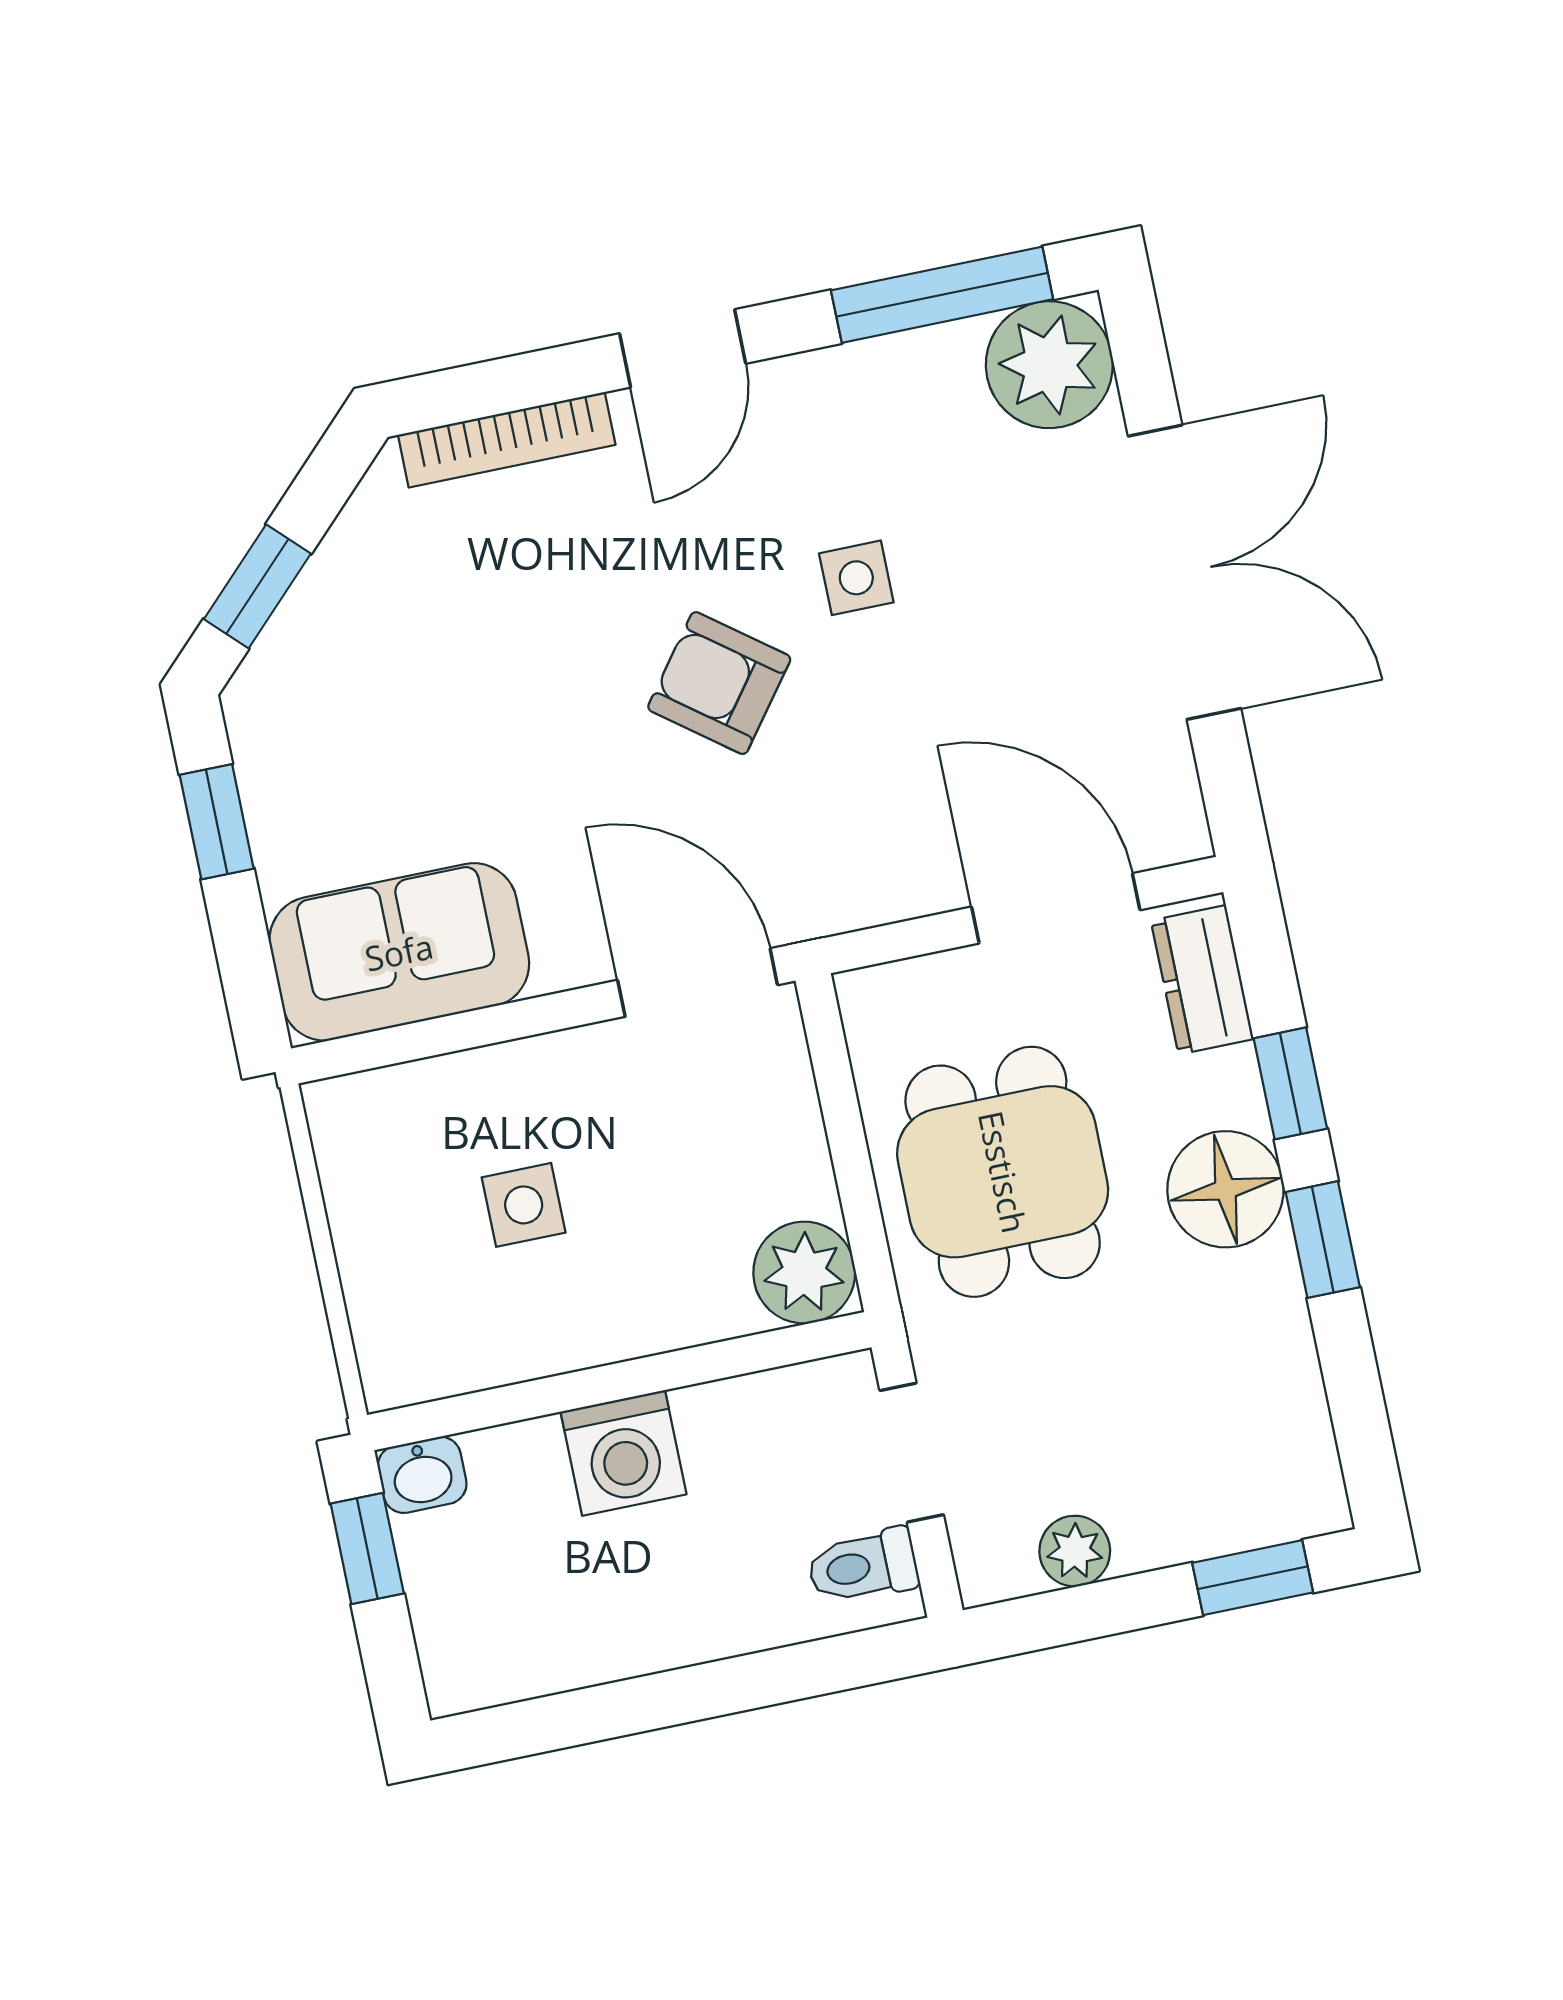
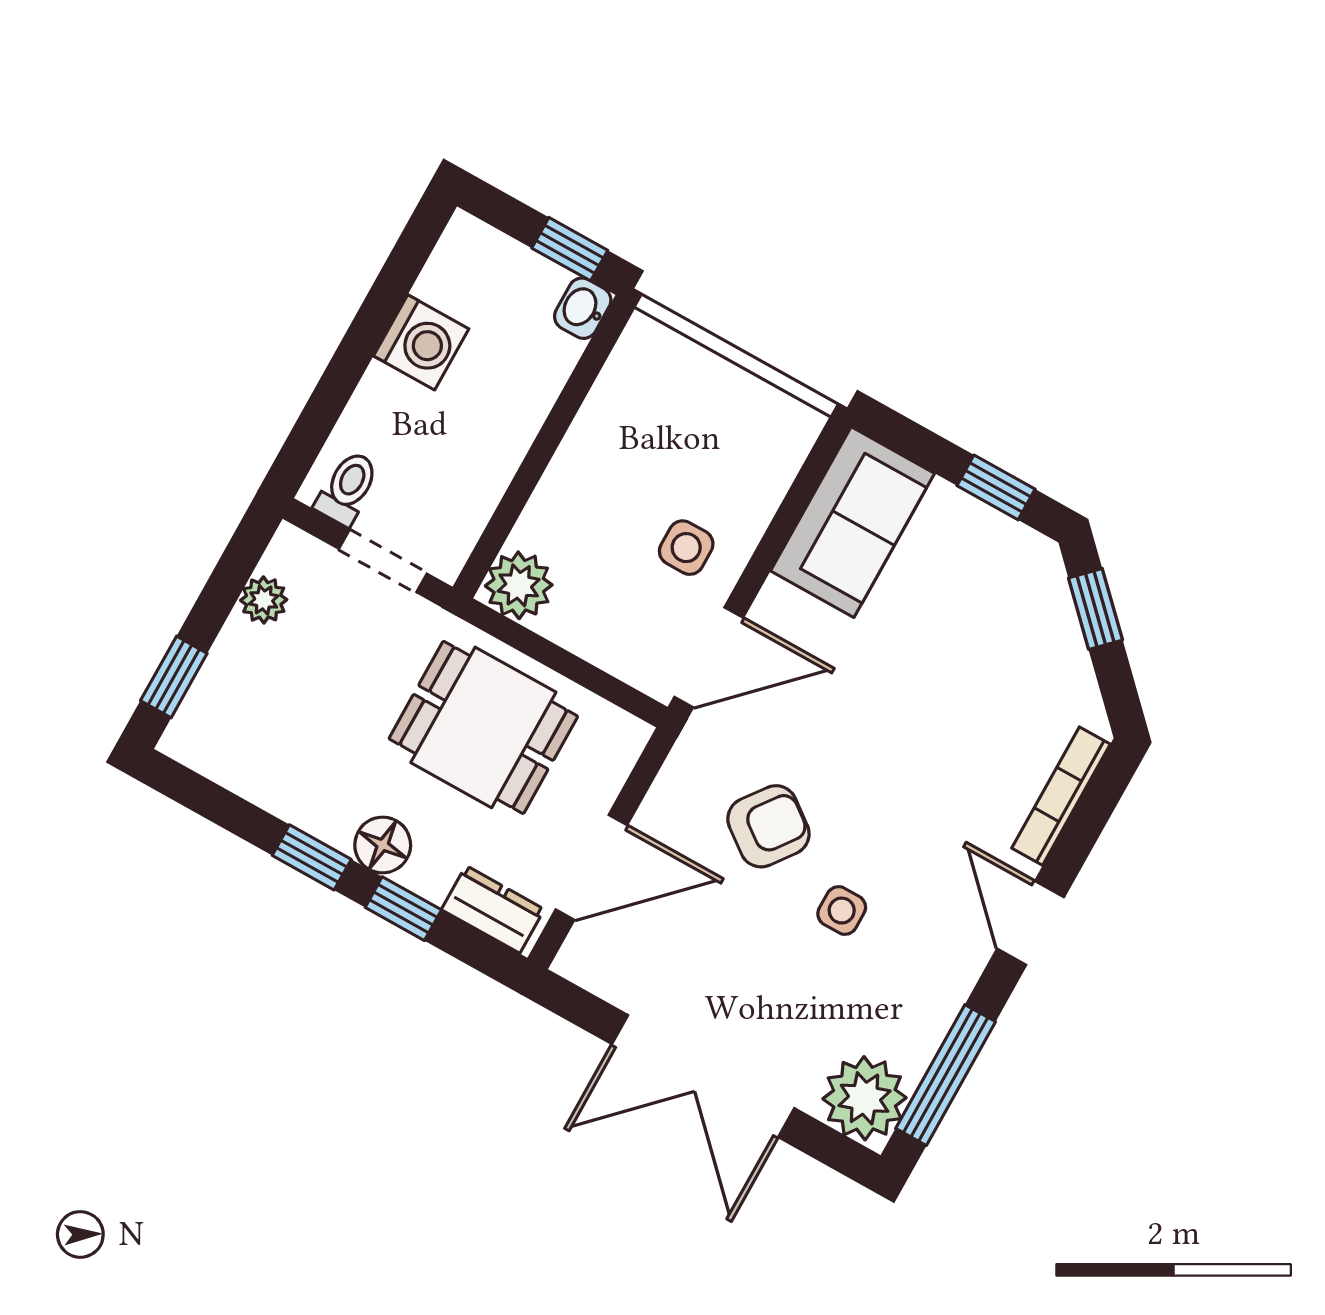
armchair: (719, 683) -> (768, 826), moved
floor lamp: (1225, 1189) -> (383, 845), width x0.73, depth x0.73
side table: (524, 1205) -> (686, 548), moved
washing machine: (624, 1453) -> (421, 342), moved, turned 180

